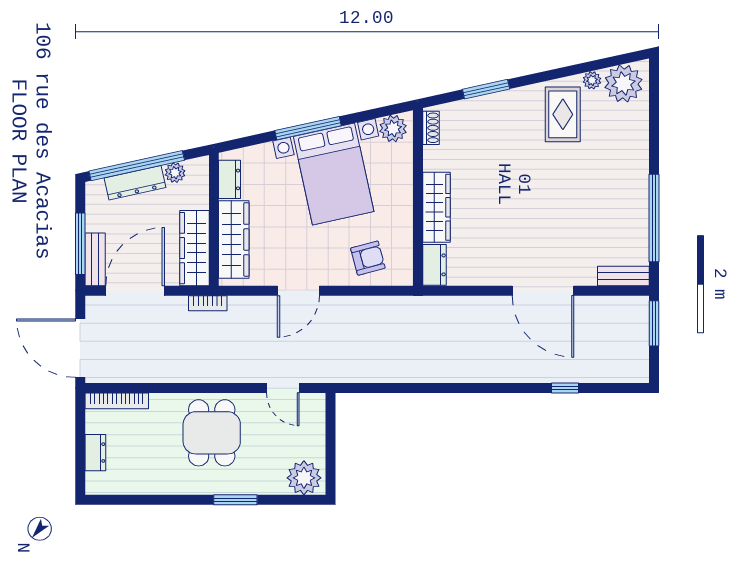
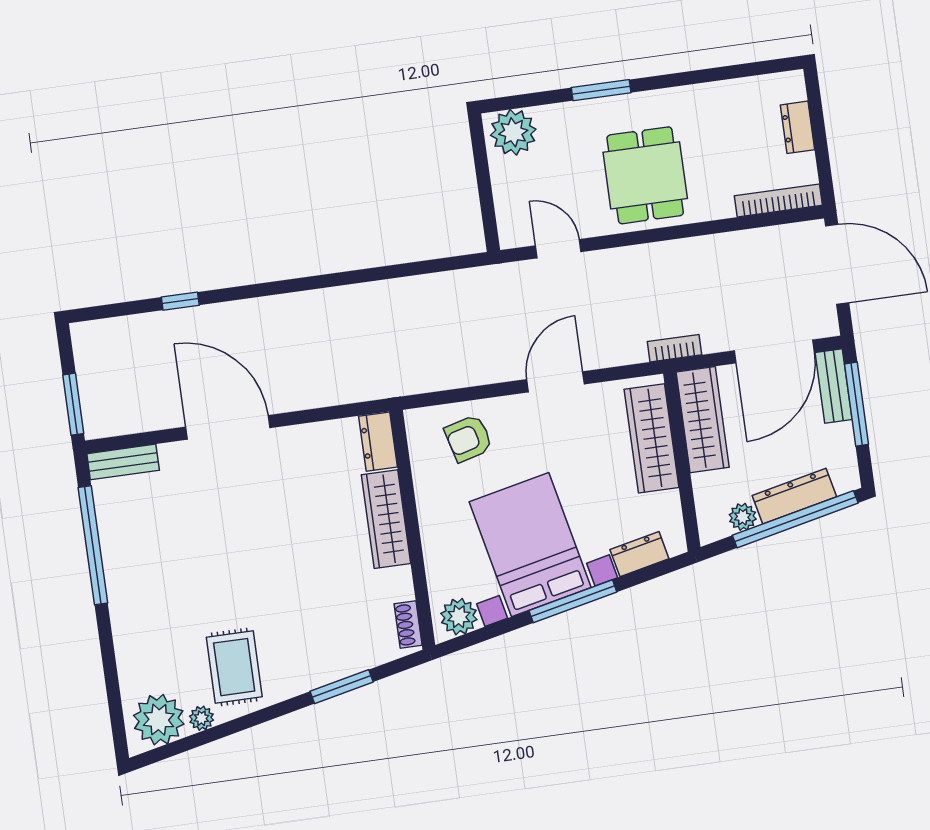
dresser: (230, 179) -> (639, 554), moved, turned 78

